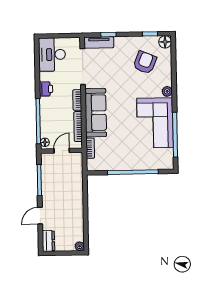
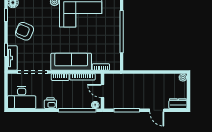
armchair: (145, 62) -> (25, 31), moved

